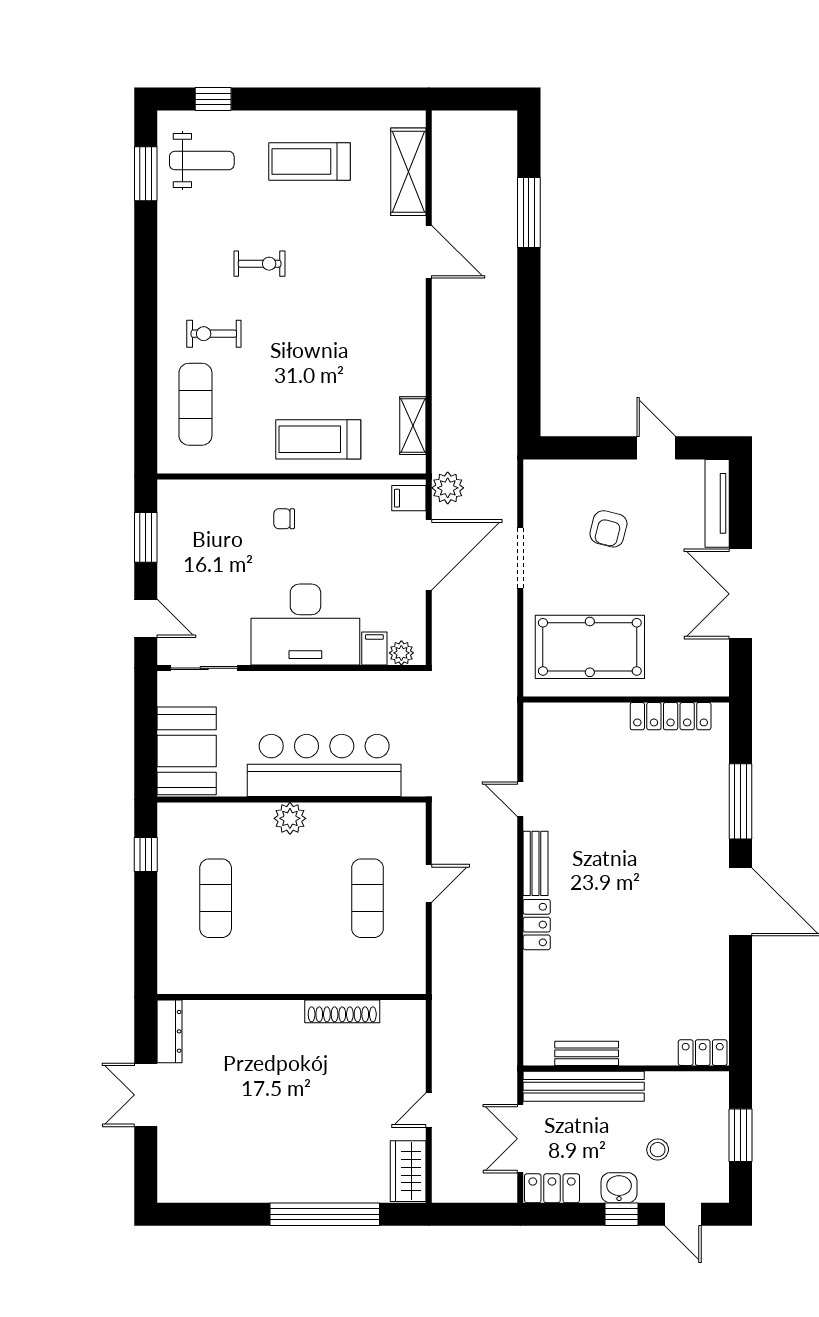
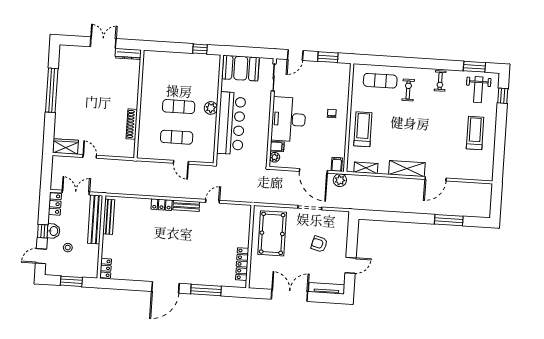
shelving: (408, 172) -> (407, 169), moved
exercise bike: (260, 264) -> (440, 81), moved
exercise mat: (216, 898) -> (179, 107), moved
bench: (587, 1053) -> (109, 217), width x1.36
window: (325, 1214) -> (52, 90), moved

